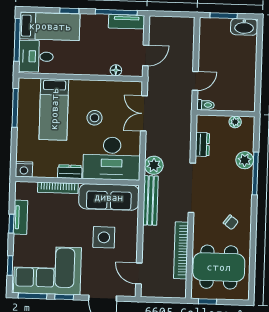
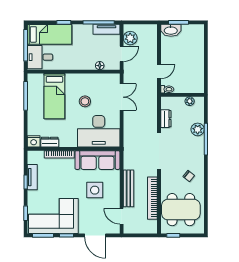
washbasin: (244, 27) -> (171, 30), moved
double door: (144, 113) -> (122, 97), swing flipped
plant: (154, 165) -> (130, 38), moved
dresser: (70, 172) -> (50, 142), moved
bench: (150, 200) -> (128, 188), moved

